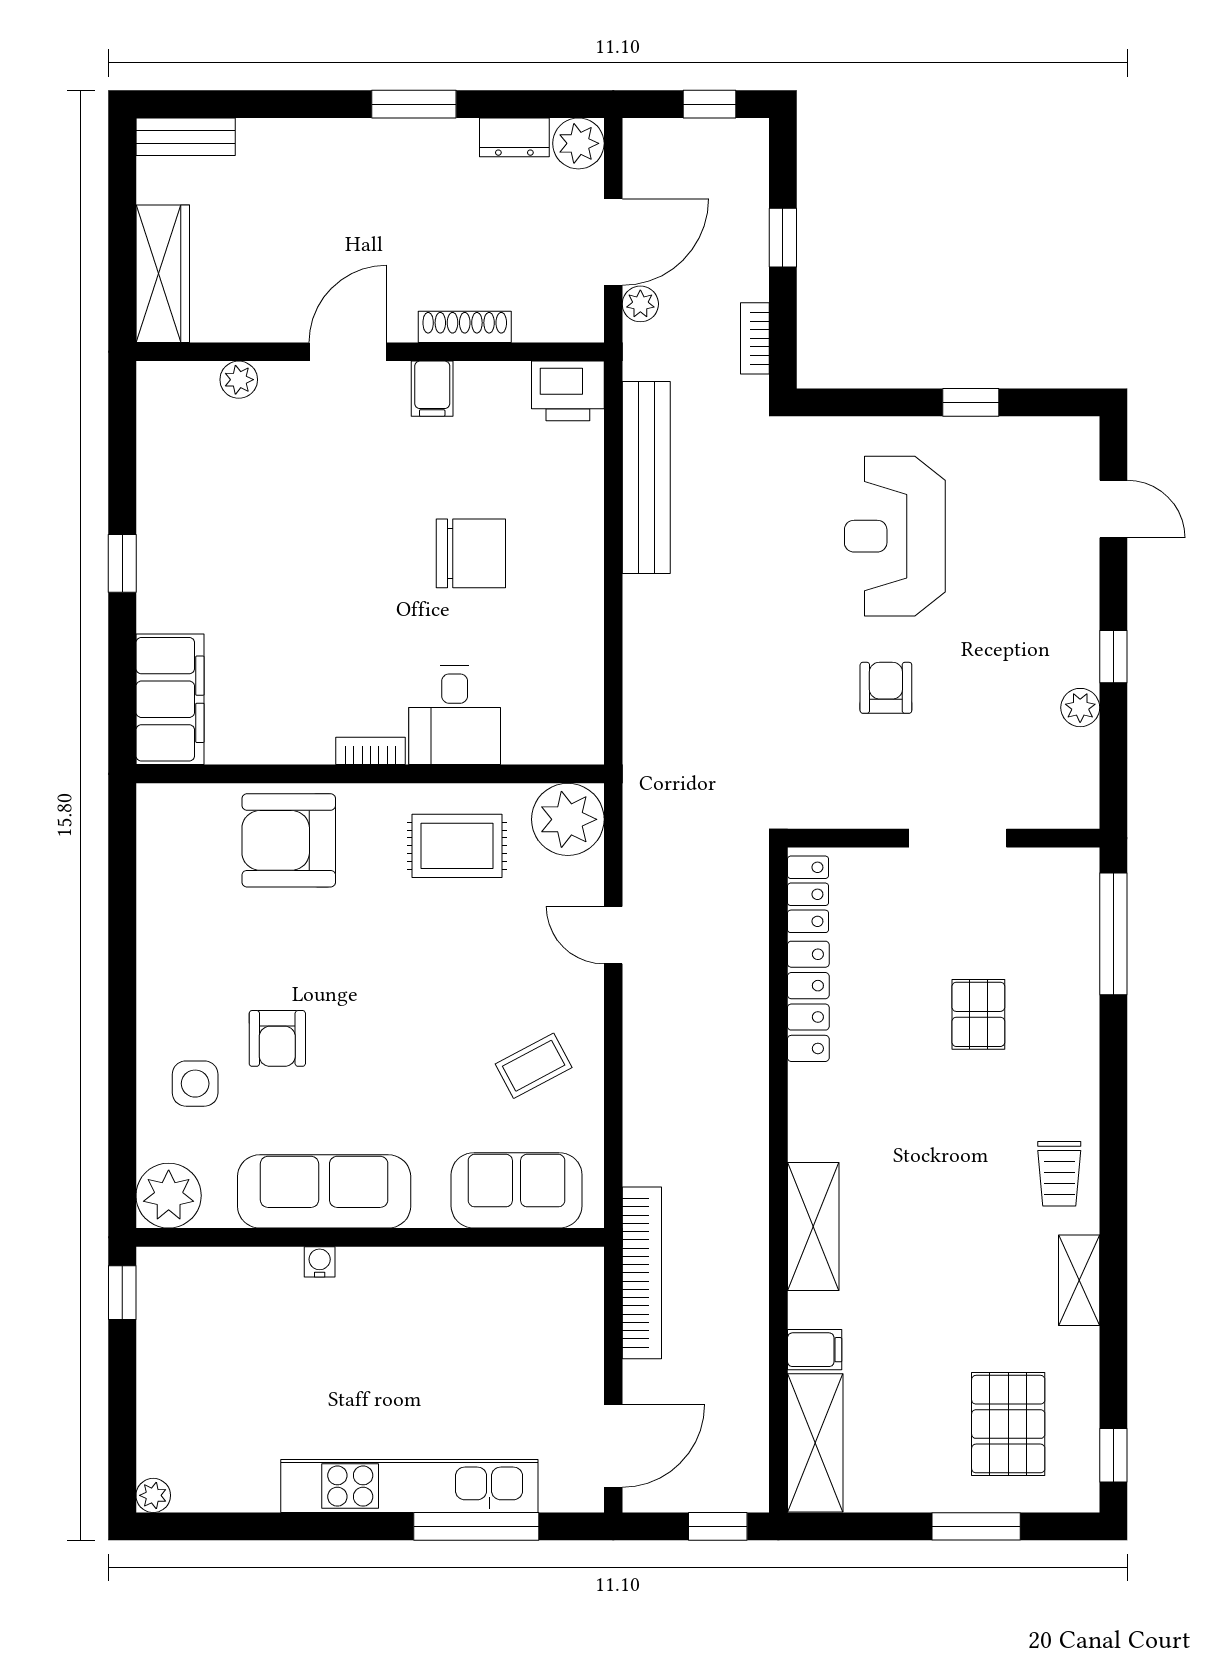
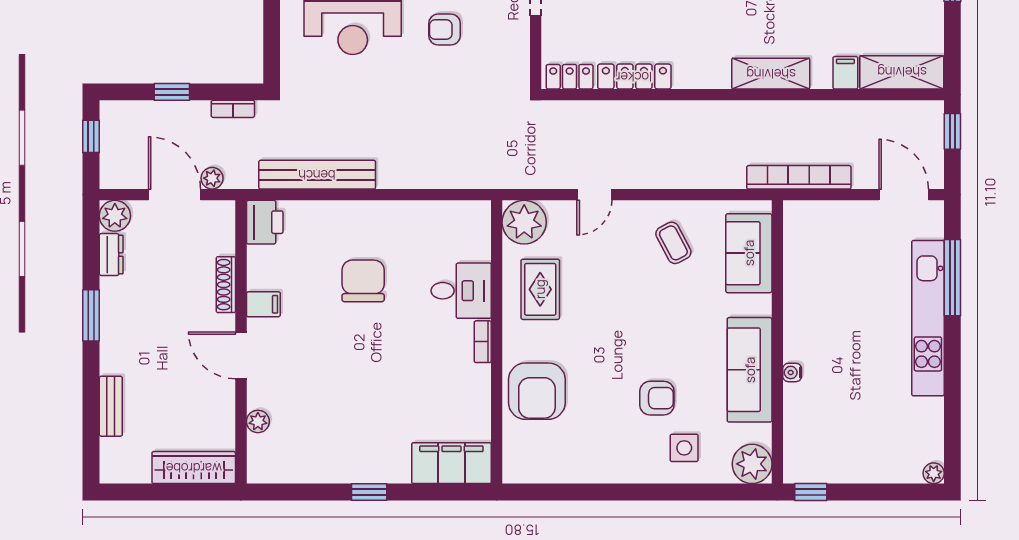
bench: (186, 137) -> (111, 406), moved

